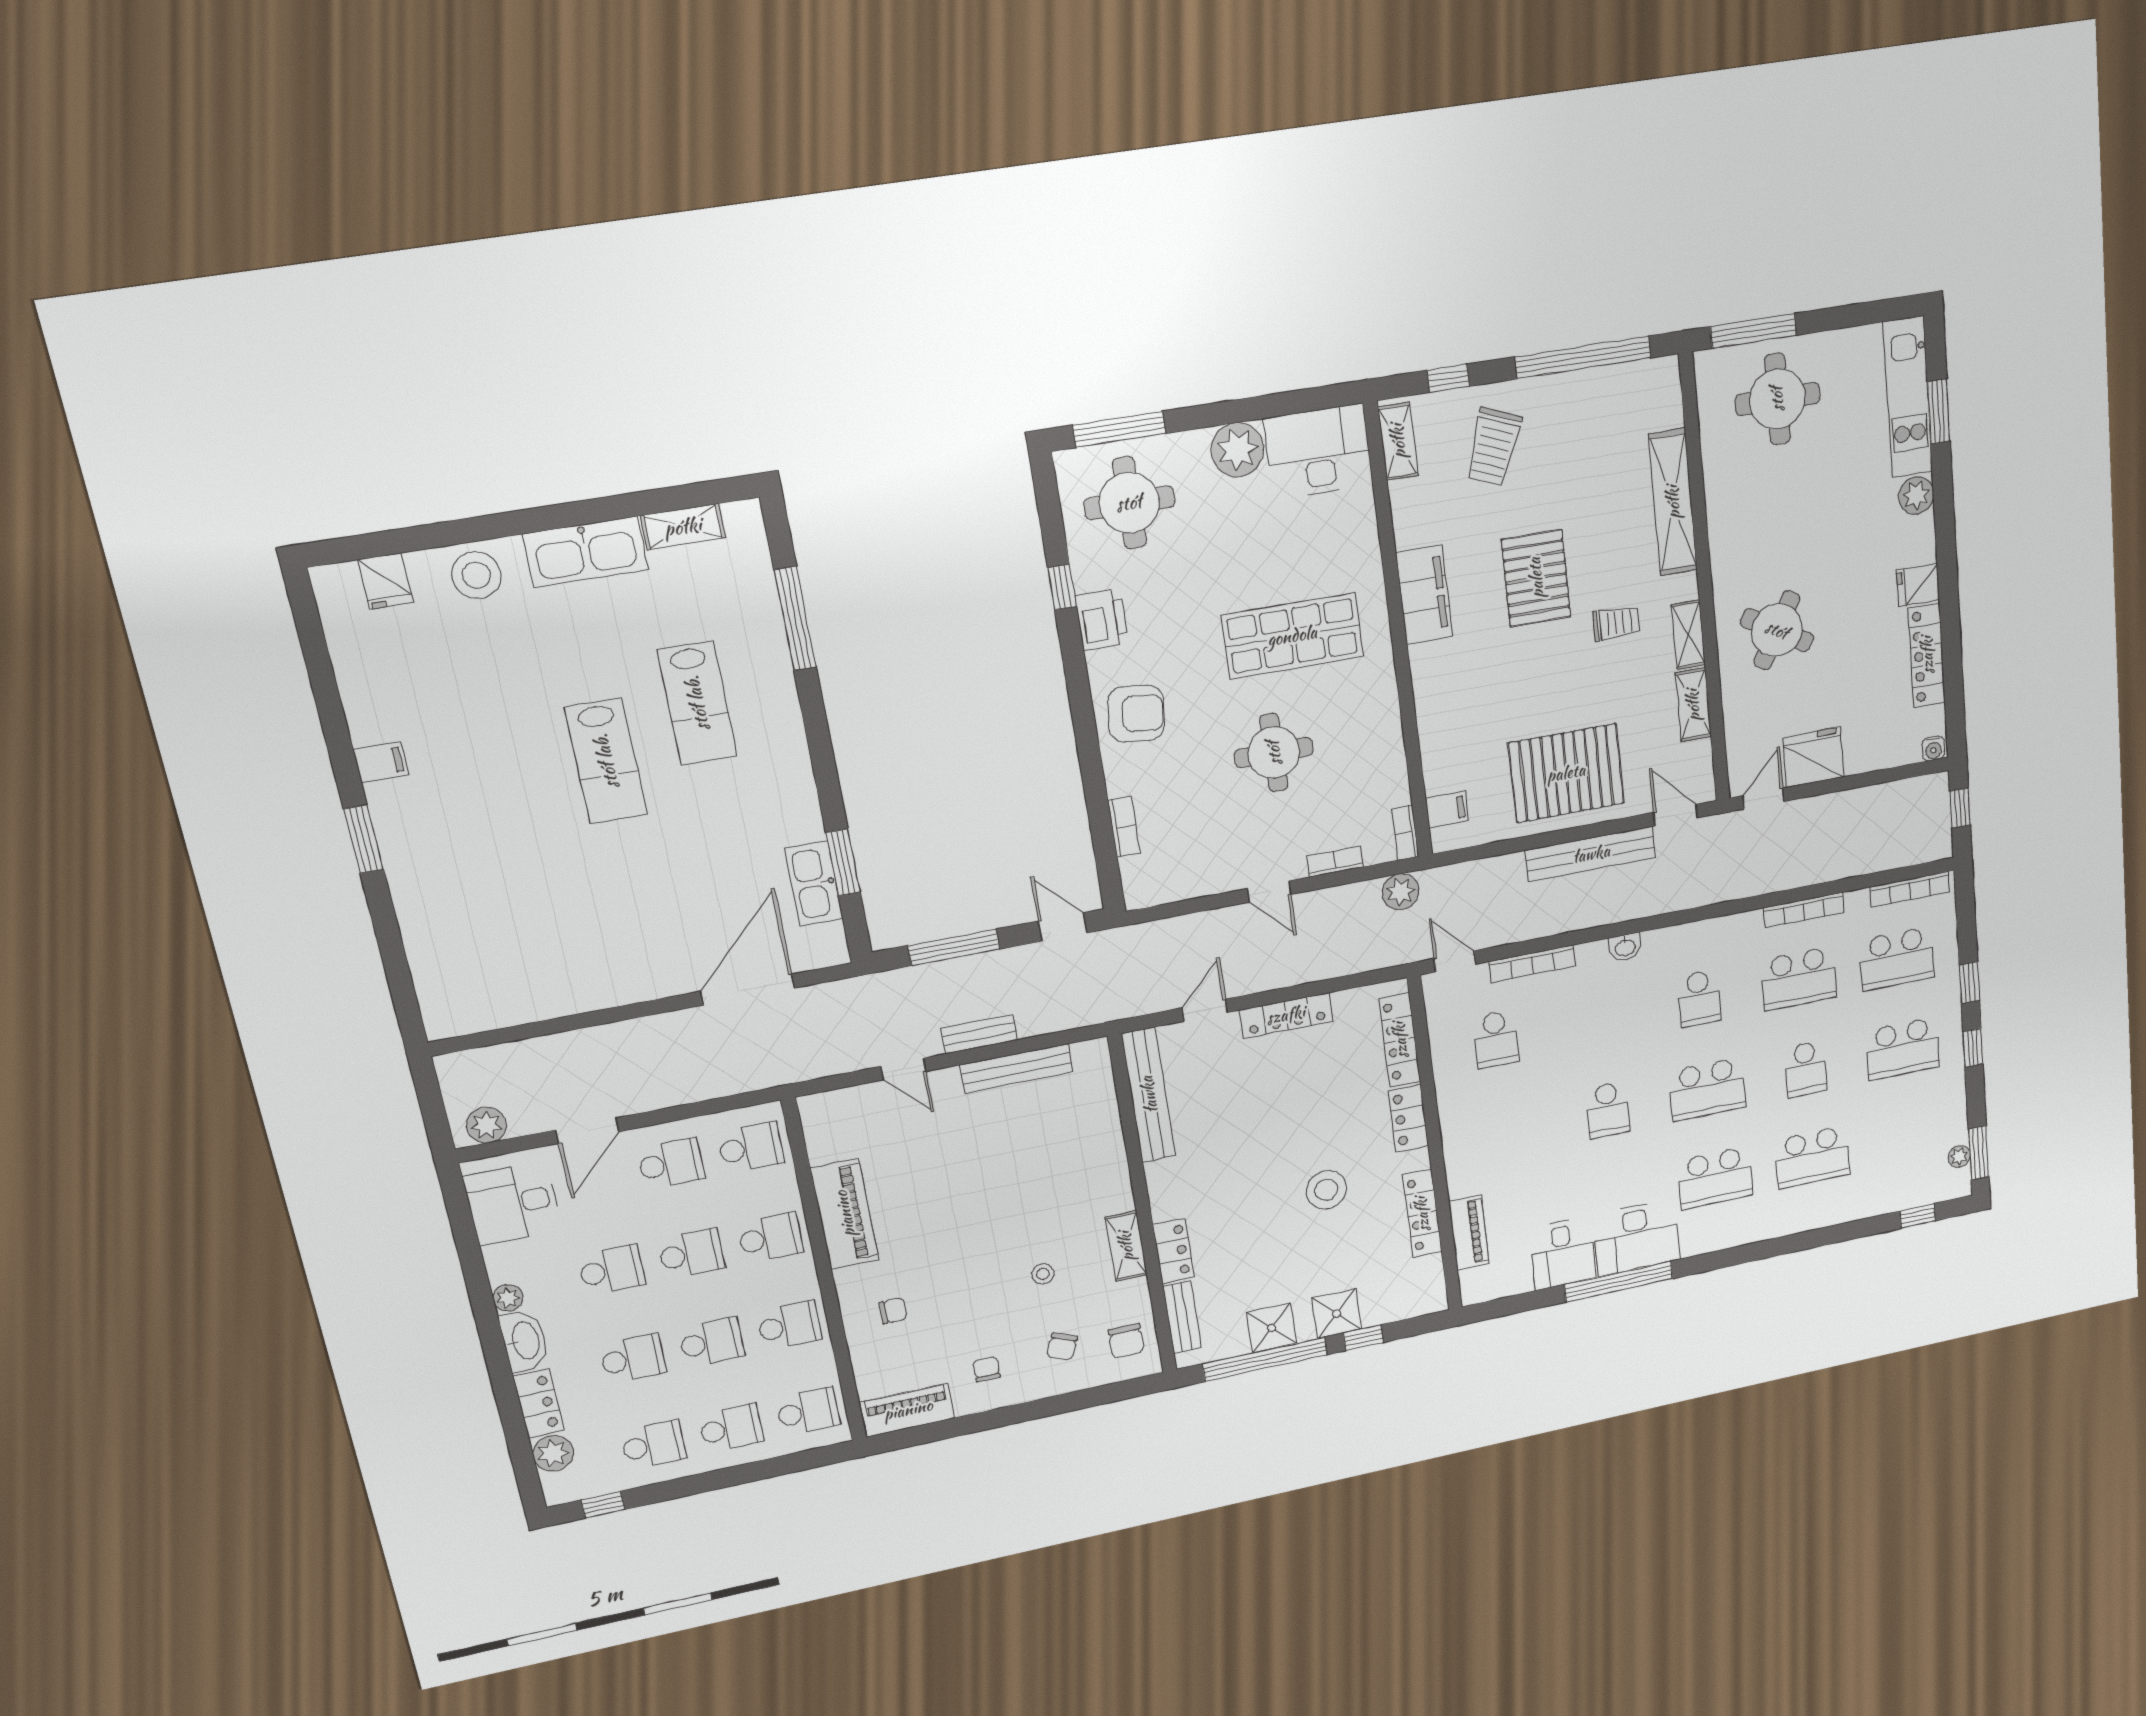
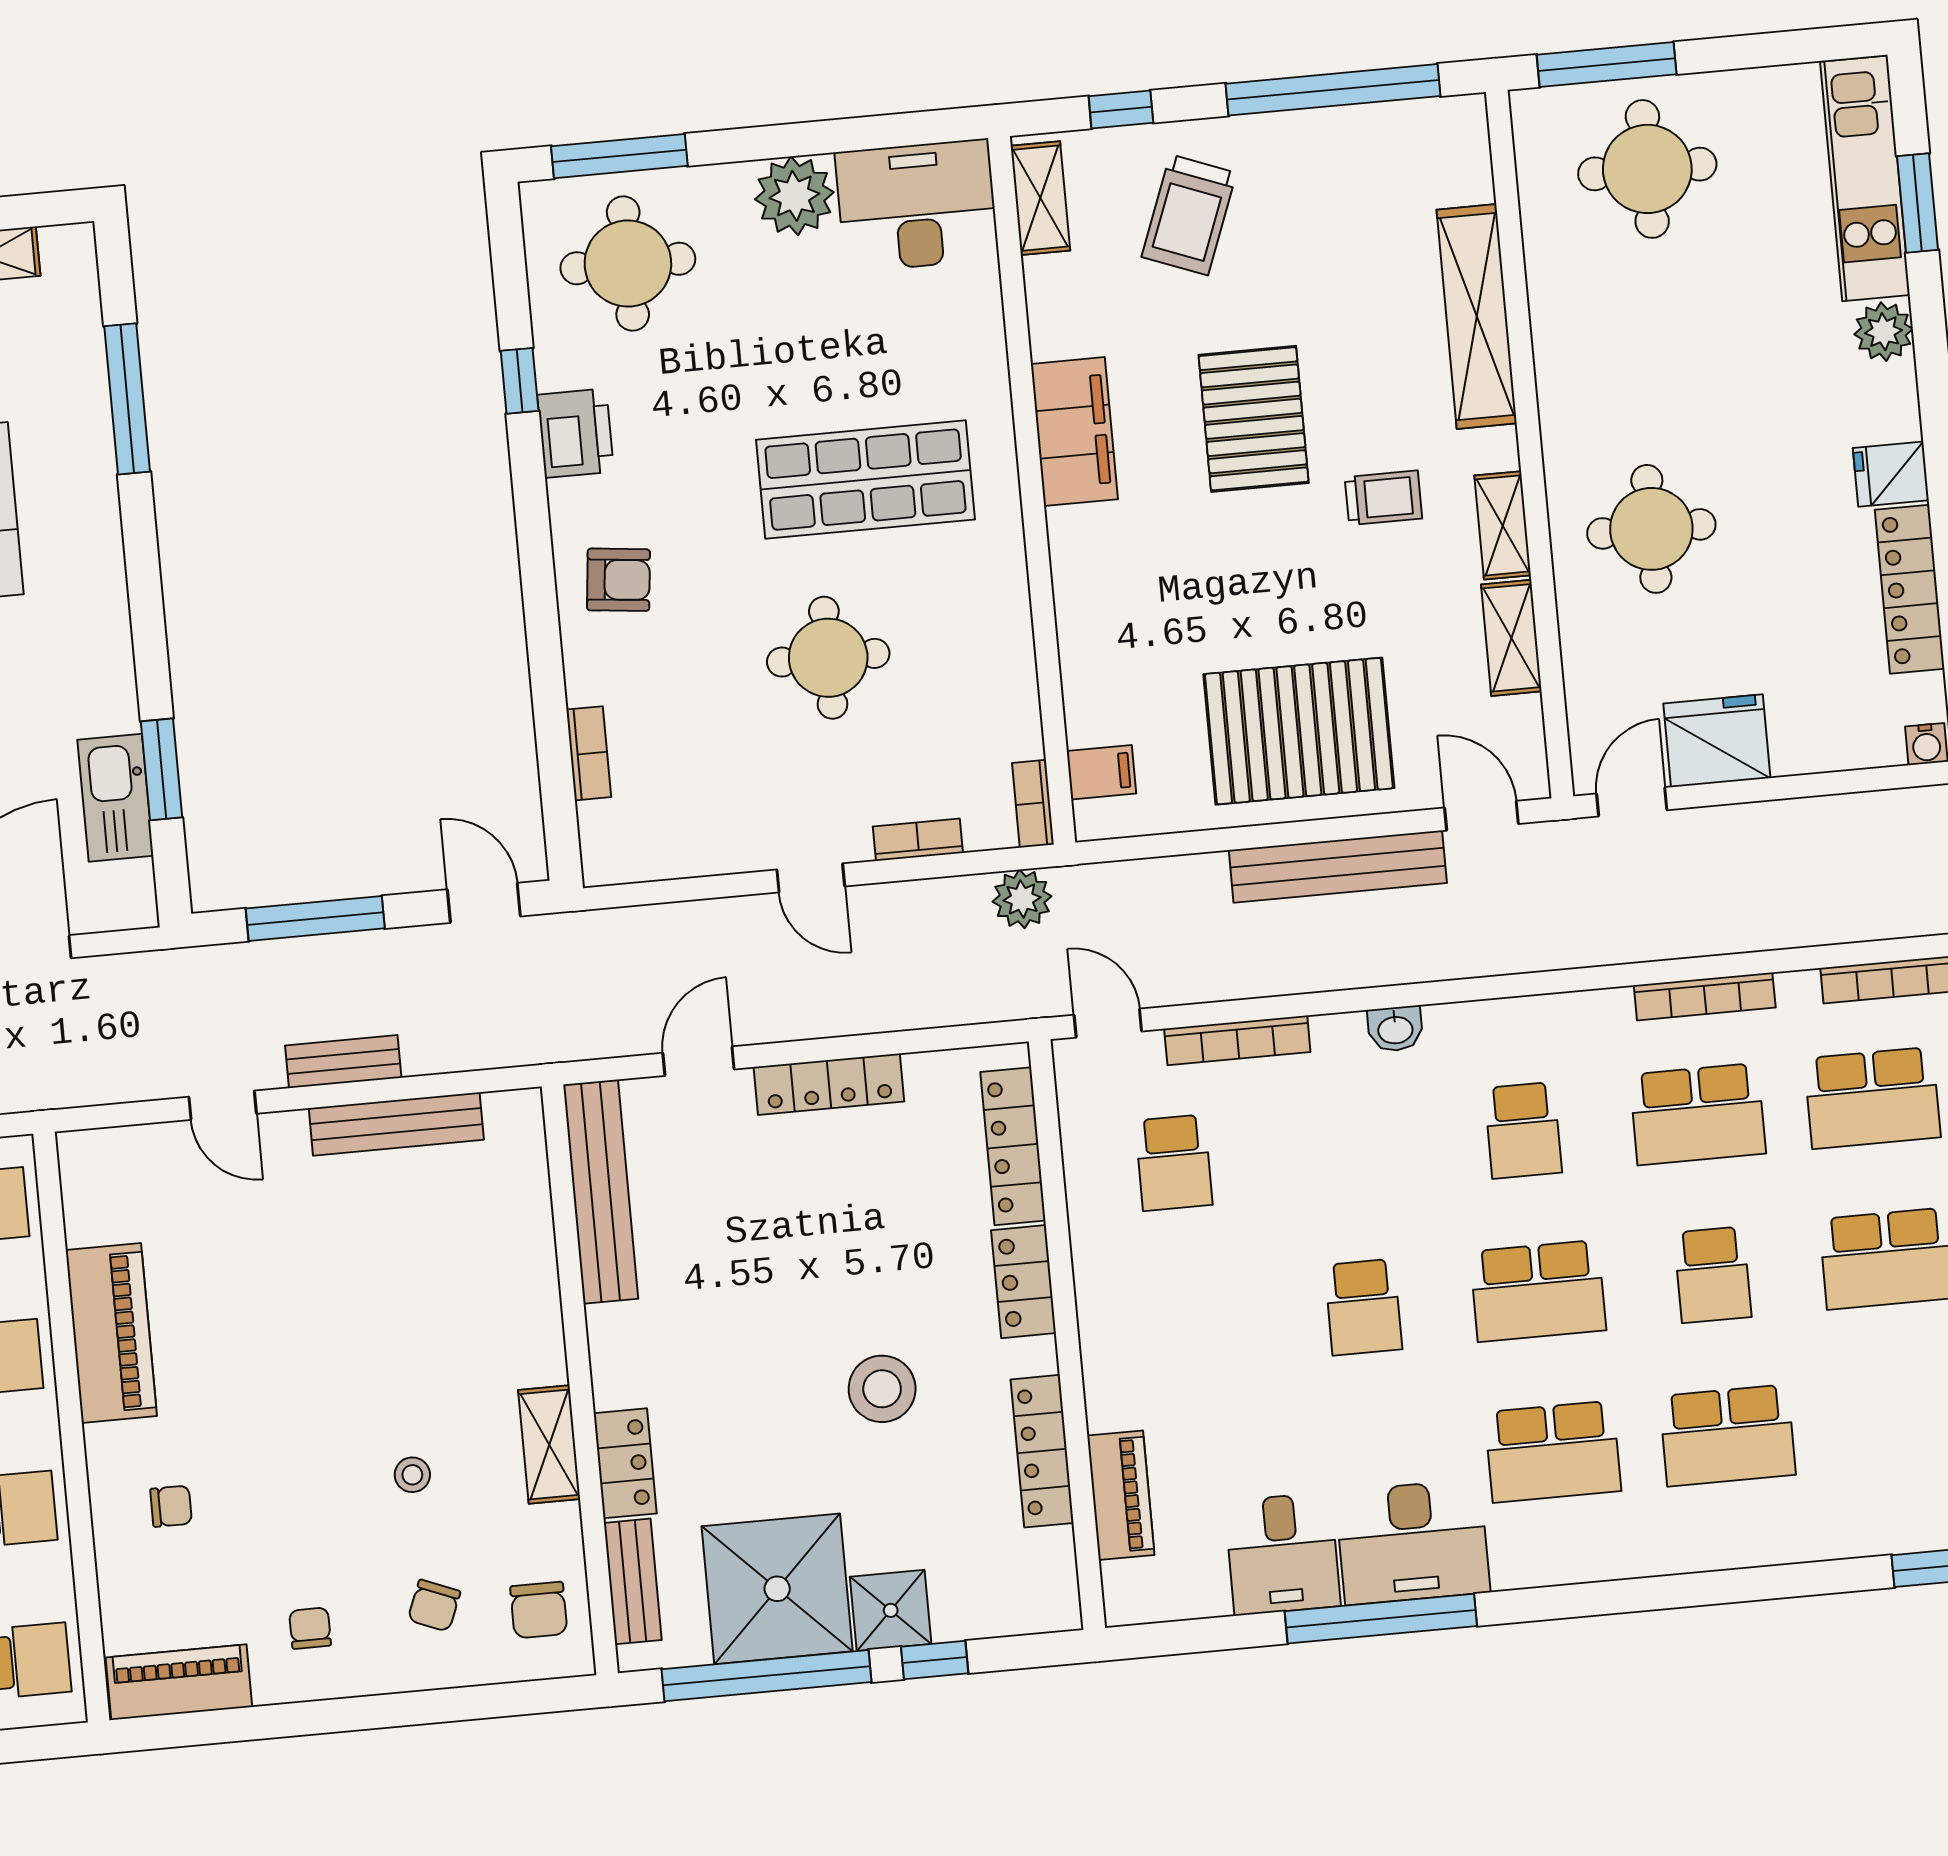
round table: (1777, 630) -> (1651, 529), turned -30
armchair: (1136, 714) -> (618, 580), width x0.72, depth x0.72
shower: (1272, 1328) -> (777, 1589), width x1.86, depth x1.86

